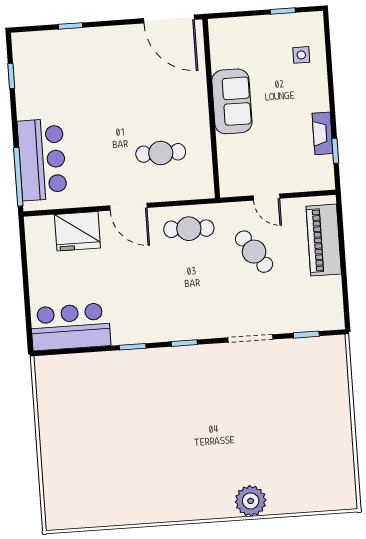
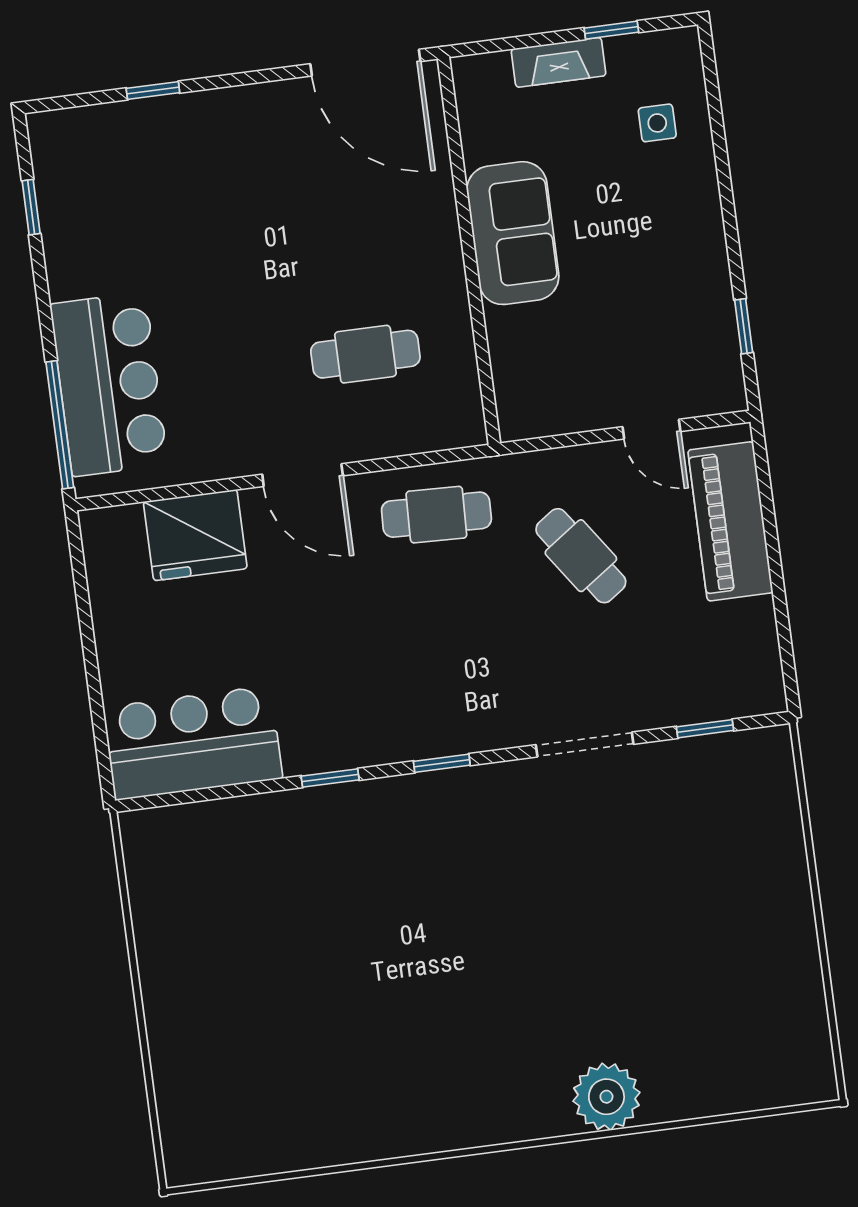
fireplace: (323, 133) -> (559, 62), moved, turned -90
door: (266, 197) -> (652, 429), moved

